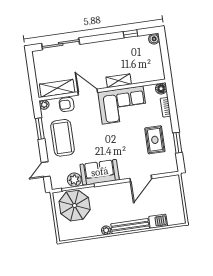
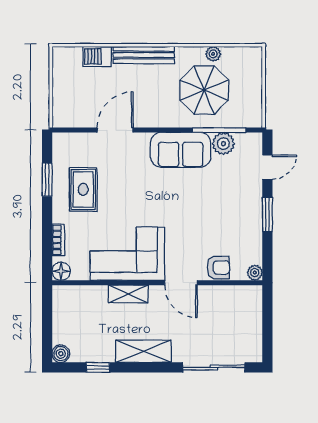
shelving: (57, 88) -> (143, 351), moved
window: (40, 129) -> (267, 214), moved
coffee table: (62, 138) -> (233, 214), removed
parasol: (75, 206) -> (204, 90), moved
plant: (106, 230) -> (213, 54), moved

